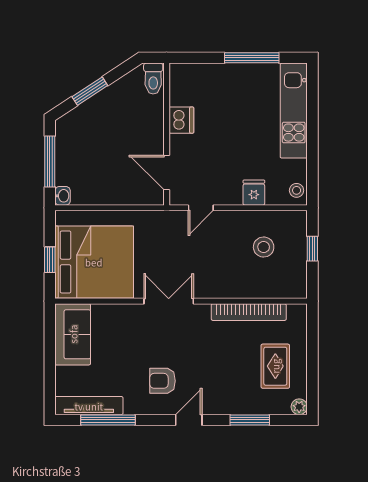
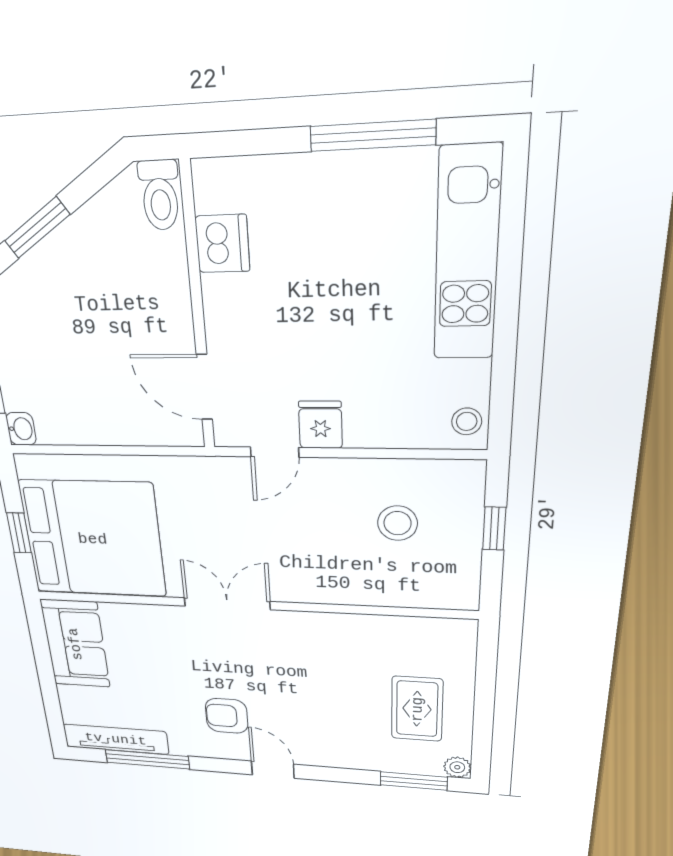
dishwasher: (181, 120) -> (222, 244), moved
fridge: (254, 193) -> (320, 425), moved
bookcase: (249, 312) -> (370, 627), removed
door: (189, 420) -> (273, 770), hinge flipped
window: (250, 420) -> (414, 781), moved

